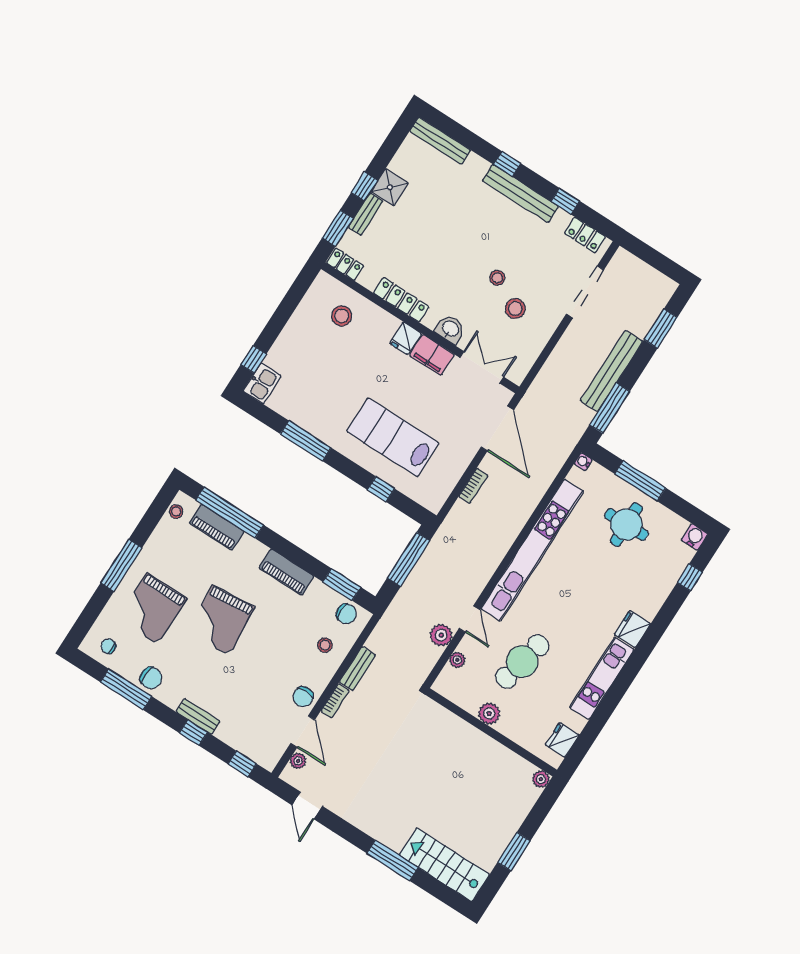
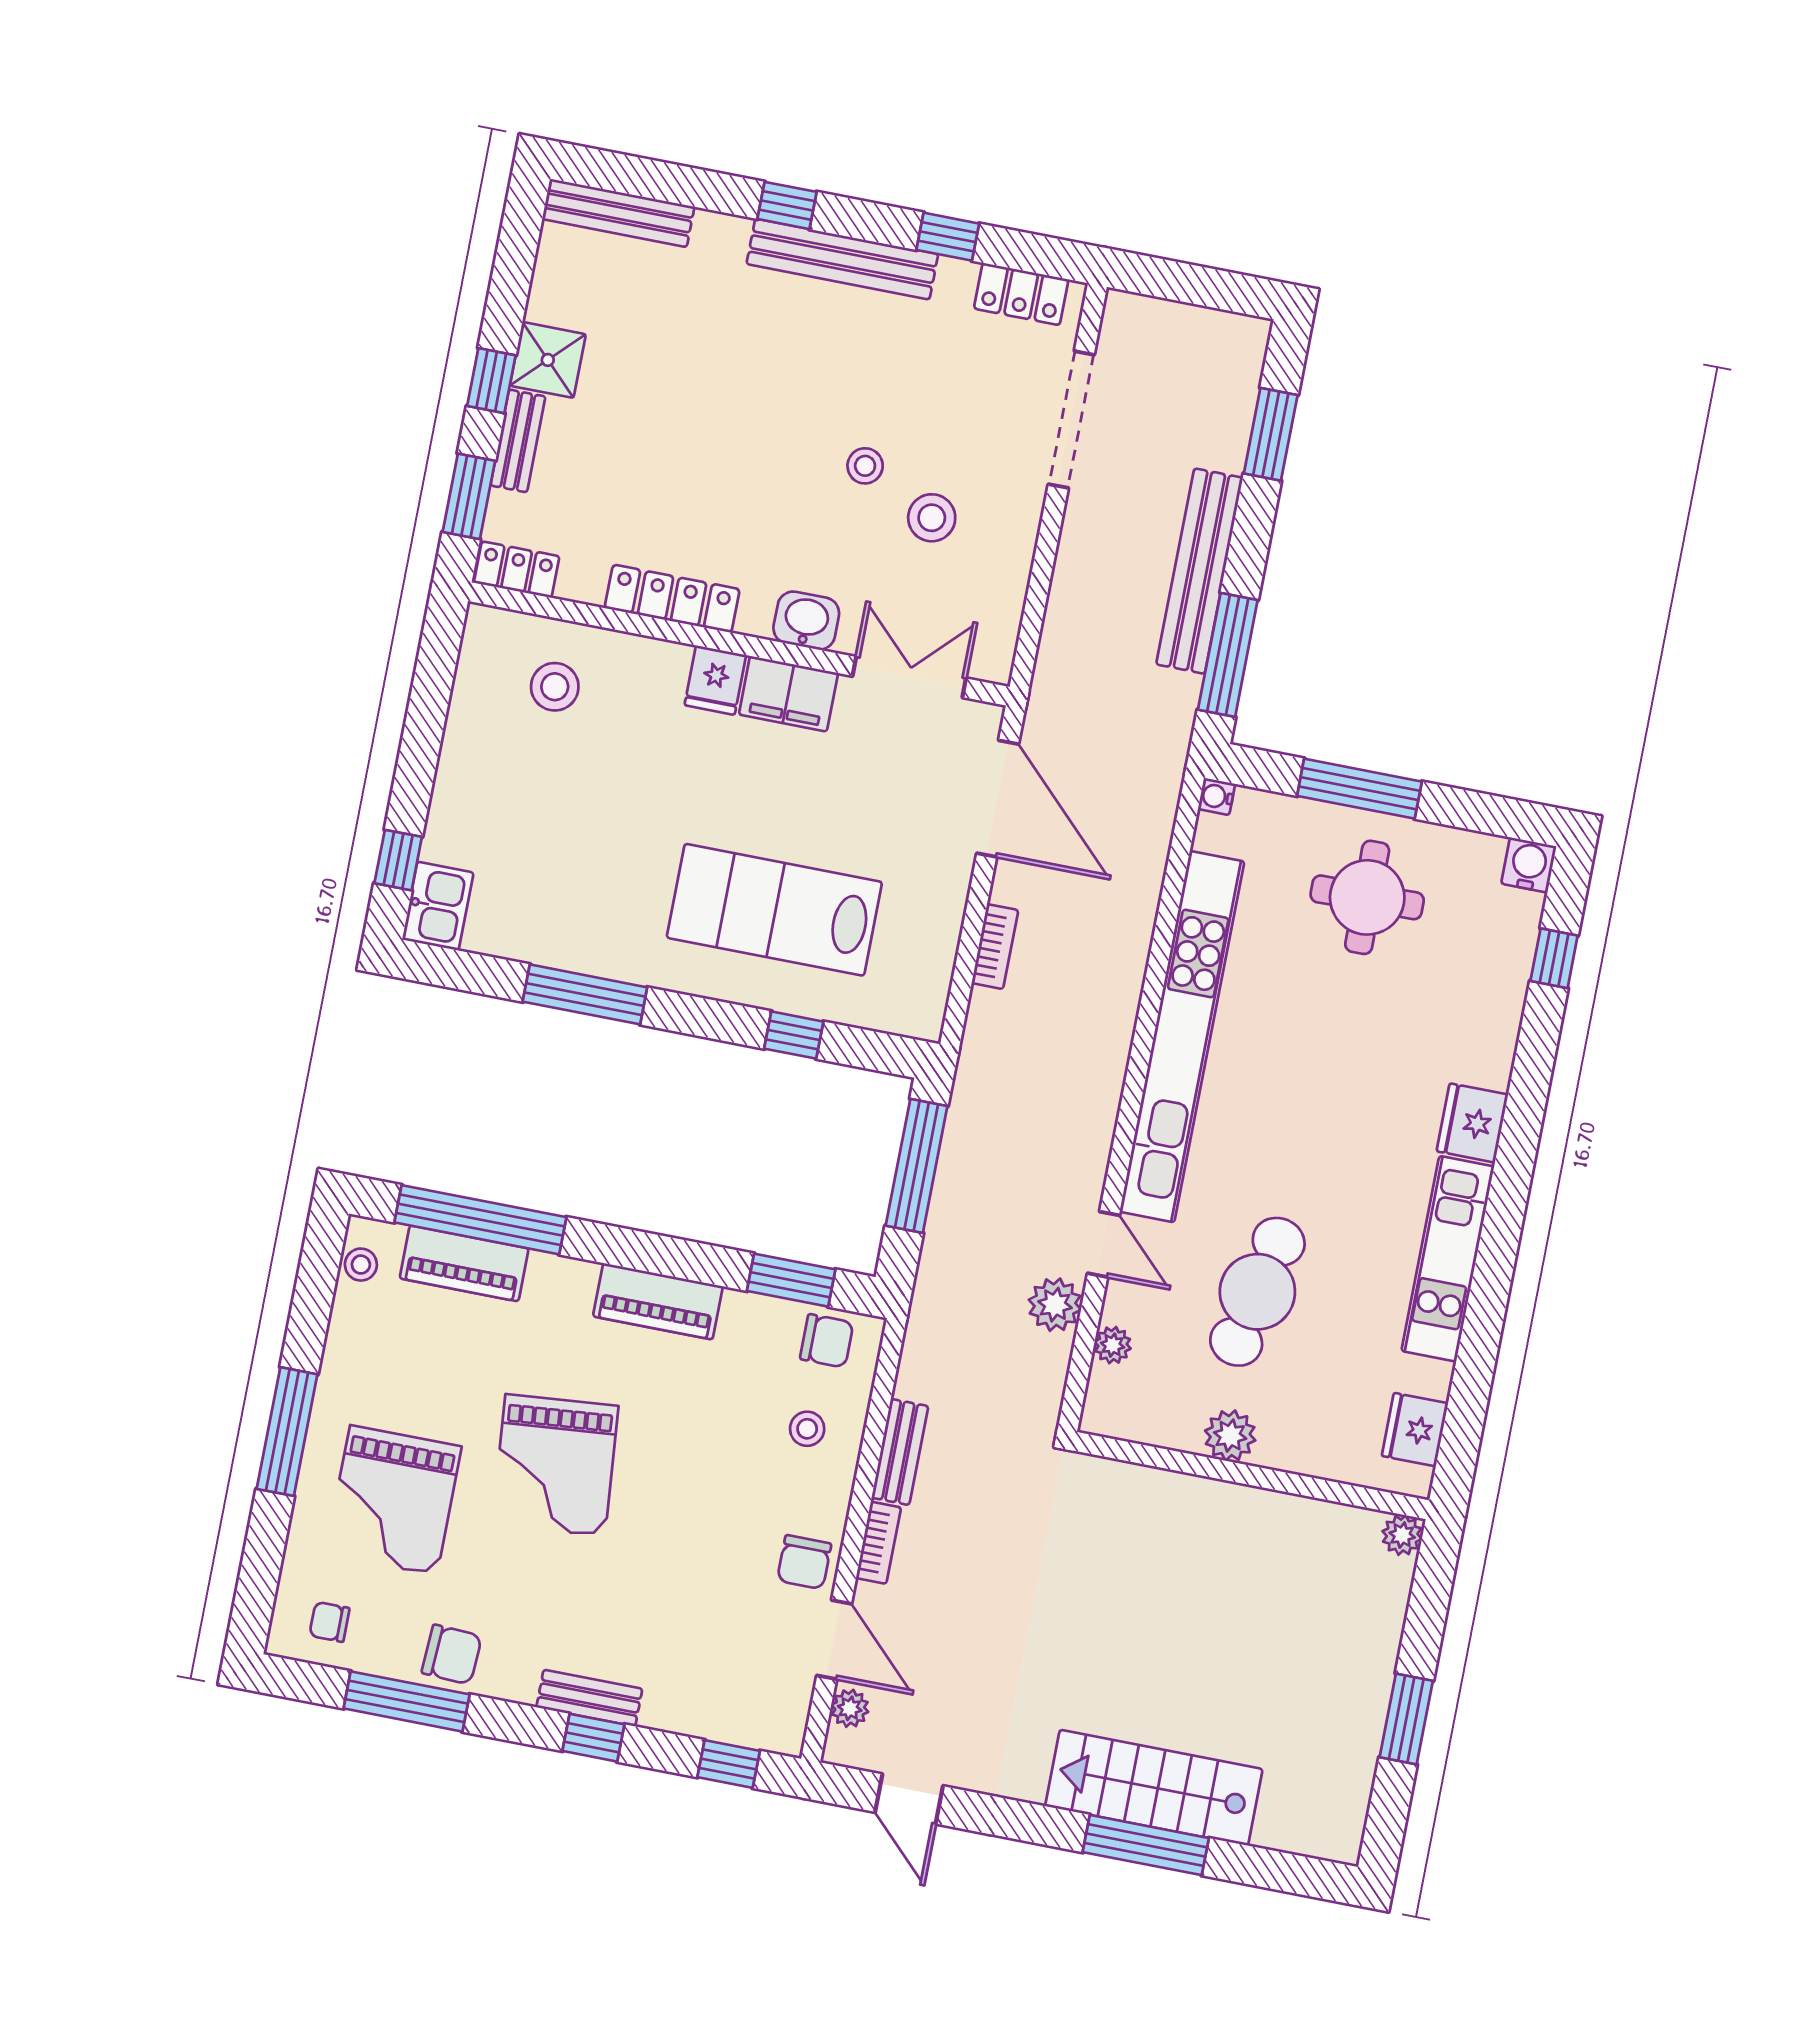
stairs: (444, 865) -> (1154, 1788), moved

